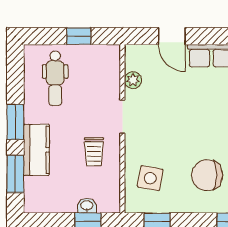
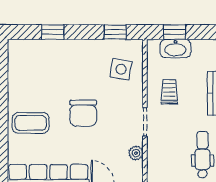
chair: (207, 175) -> (83, 113), moved, turned 90
washbasin: (87, 206) -> (175, 48), width x1.91, depth x1.45

